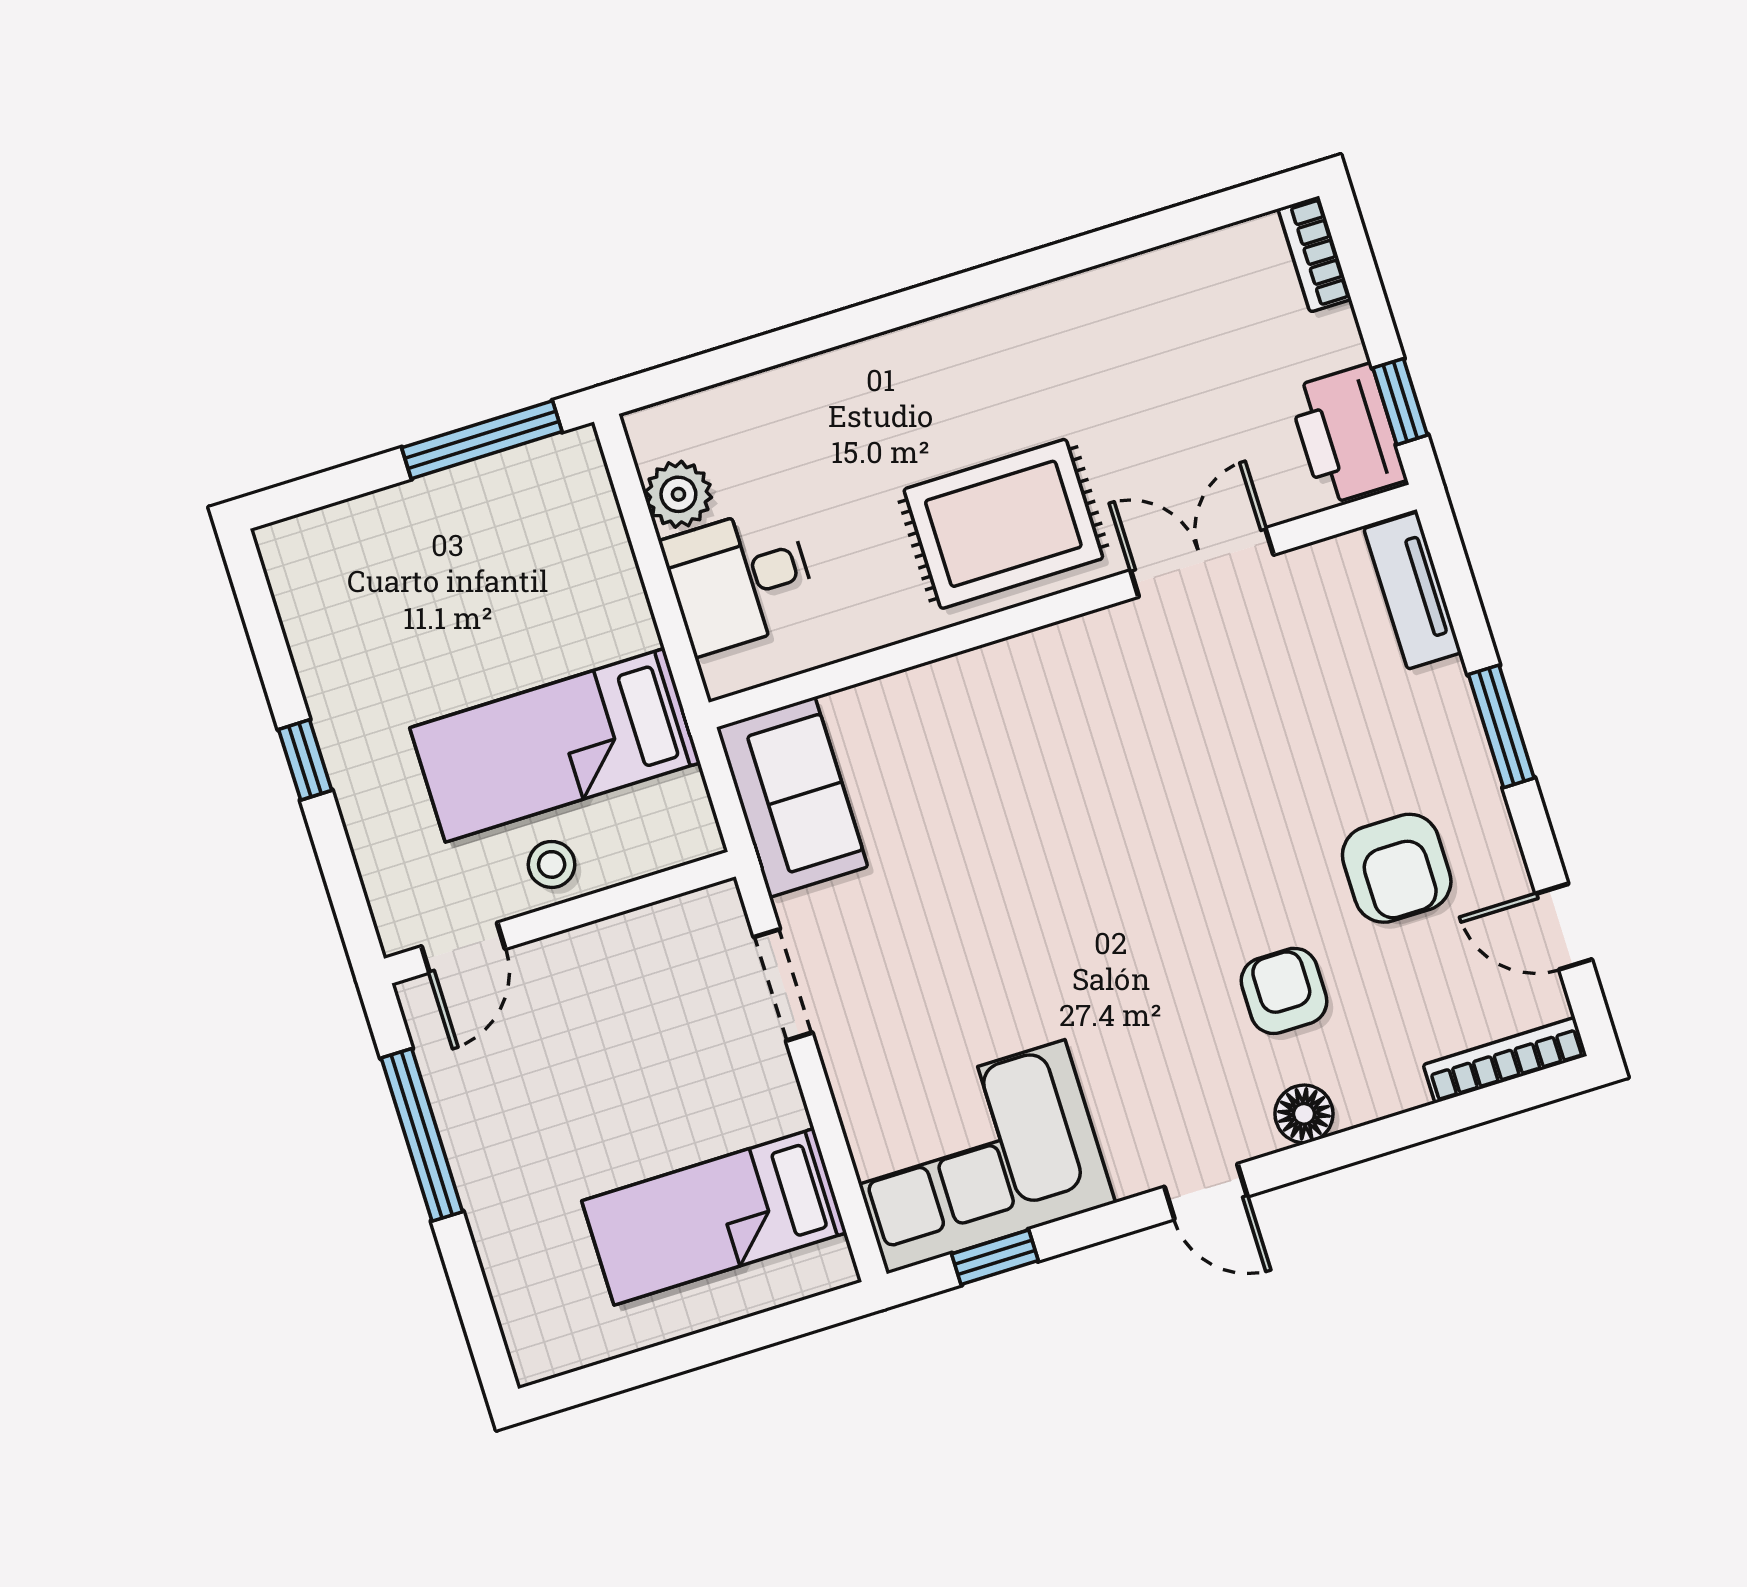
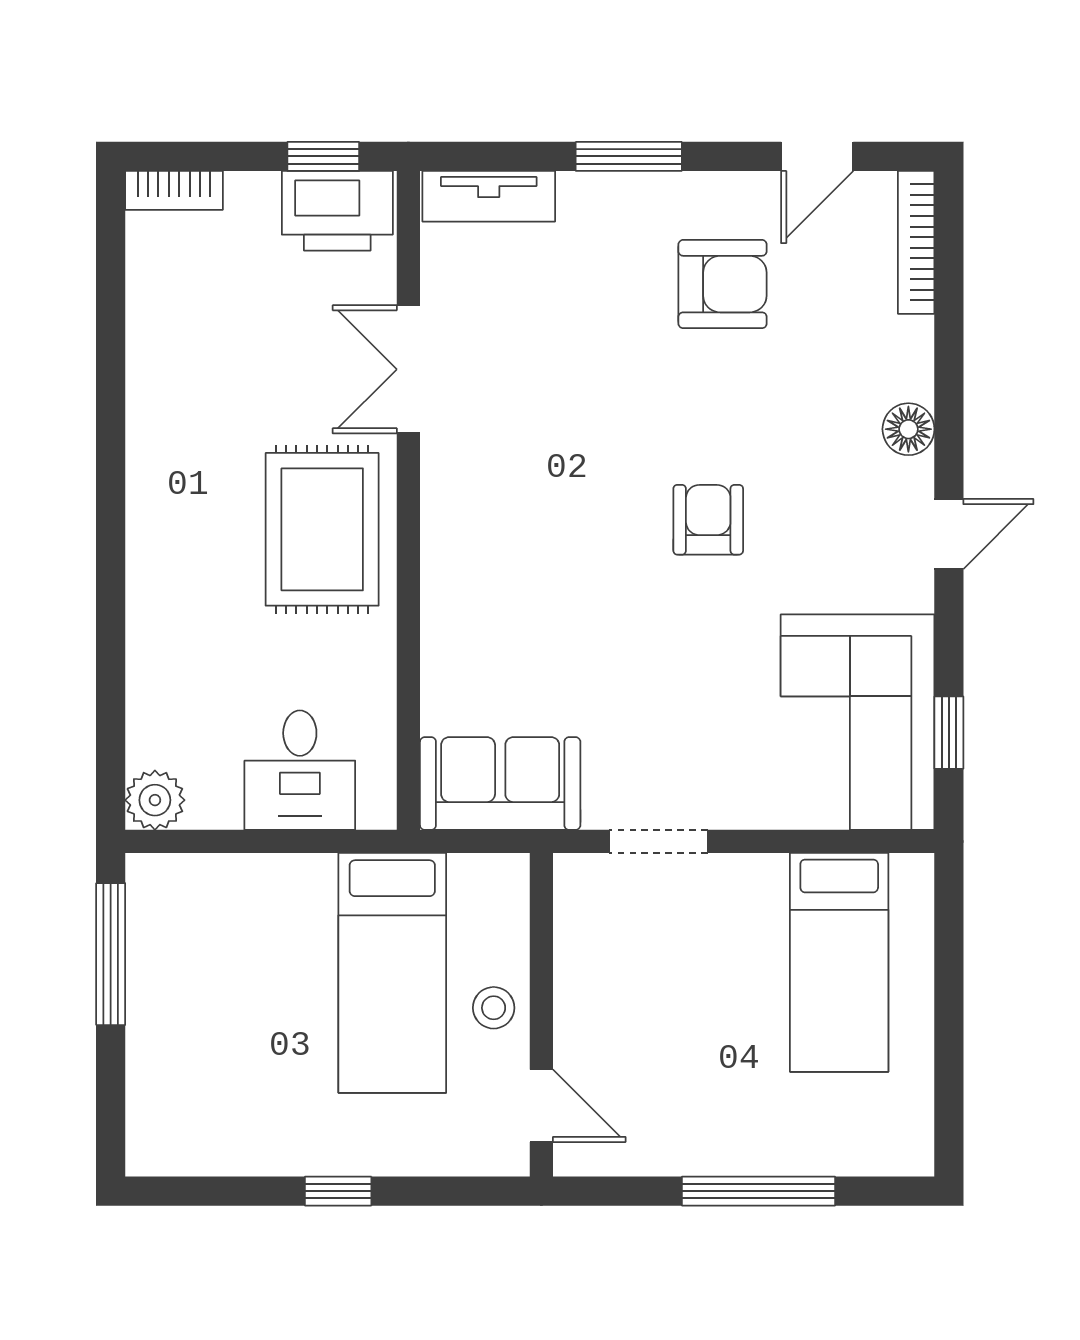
plant: (678, 494) -> (155, 800), moved
armchair: (1284, 991) -> (708, 520), moved, turned 90
window: (422, 1135) -> (759, 1191), moved

